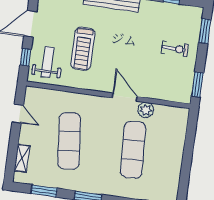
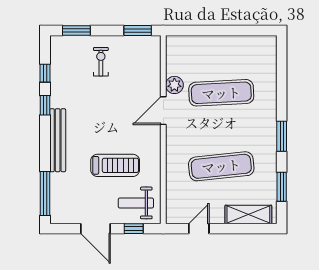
shelving: (22, 158) -> (248, 214), width x1.50, depth x1.33

